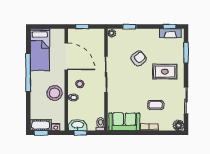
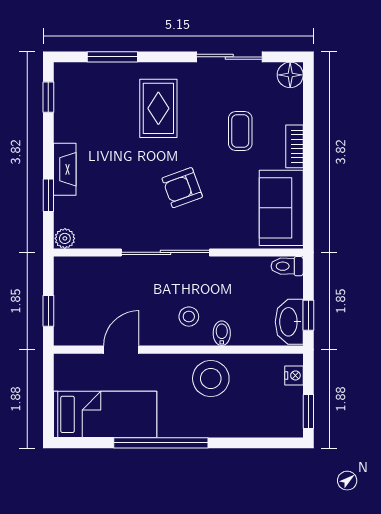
fireplace: (170, 33) -> (65, 169), moved
door: (66, 56) -> (121, 350), width x0.53
armchair: (139, 58) -> (182, 188), moved, turned -68
cot: (41, 125) -> (289, 412), removed

